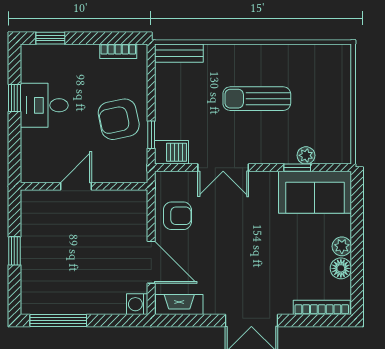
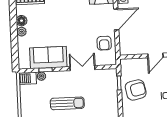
barbecue: (171, 152) -> (28, 78), moved
sofa: (315, 192) -> (48, 57), moved
armchair: (177, 216) -> (104, 43), turned -90
door: (151, 262) -> (116, 19), swing flipped

